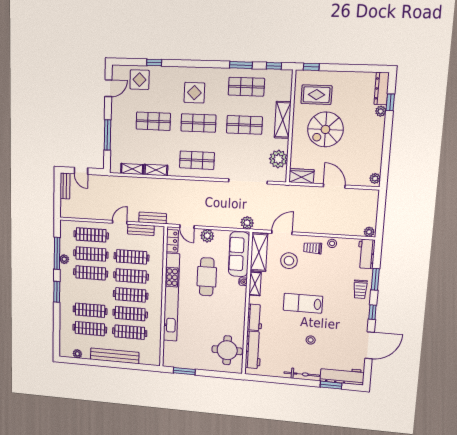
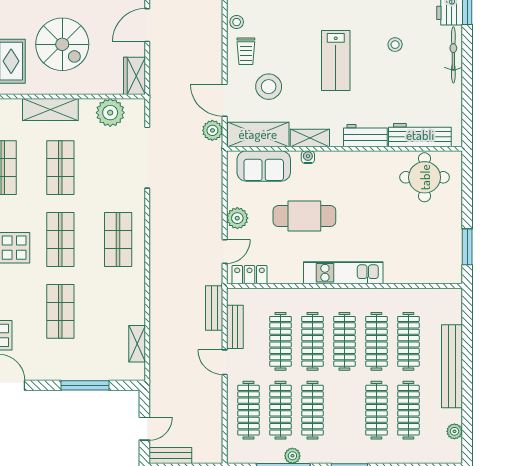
shelving: (156, 170) -> (137, 305), removed
plant: (247, 223) -> (212, 130), moved
sofa: (239, 254) -> (264, 166), width x0.73
kitchen unit: (171, 297) -> (343, 273), width x0.54

